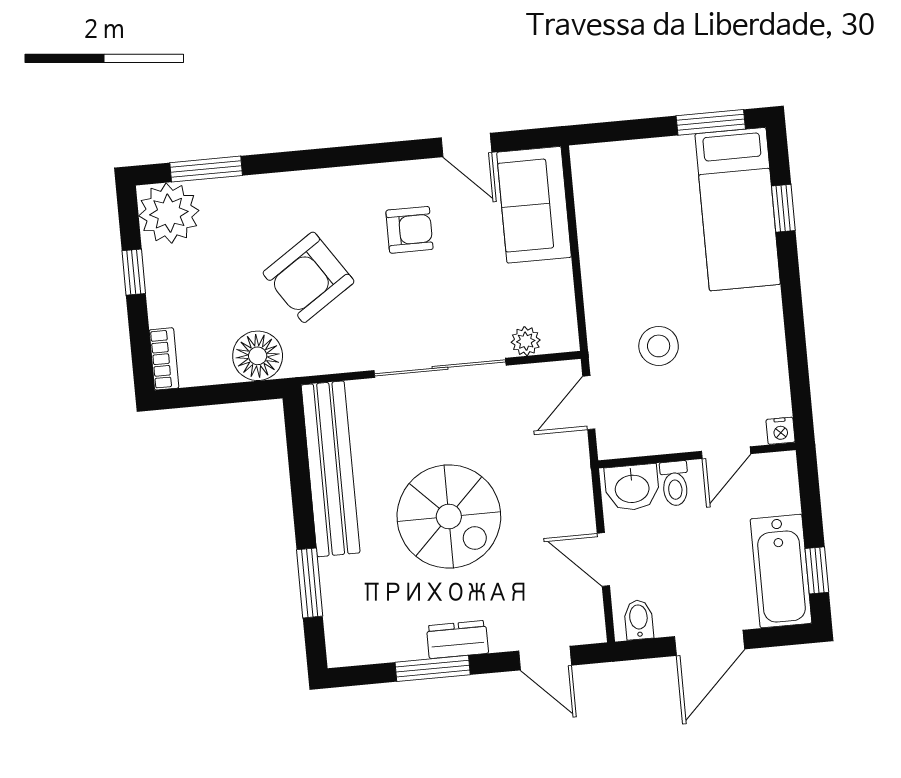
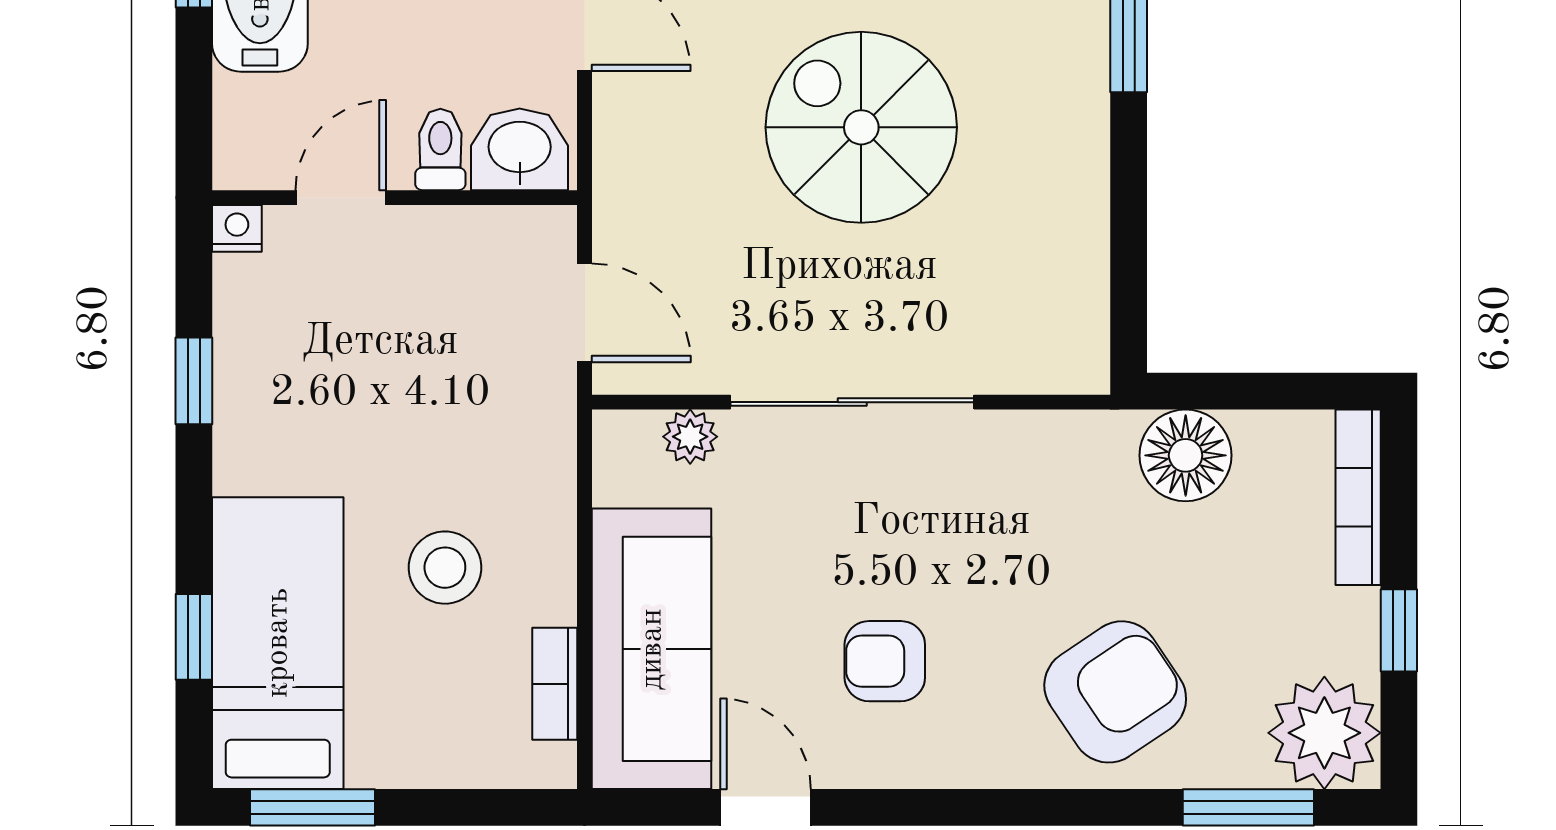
bookcase: (586, 201) -> (555, 684), added
sofa: (534, 205) -> (652, 649), width x1.36
armchair: (309, 277) -> (1115, 692), moved
stool: (659, 346) -> (445, 568), moved
window: (796, 346) -> (194, 381), added
bookcase: (164, 359) -> (1358, 497), width x1.56
door: (589, 403) -> (585, 313), hinge flipped
bench: (331, 469) -> (1071, 235), removed

